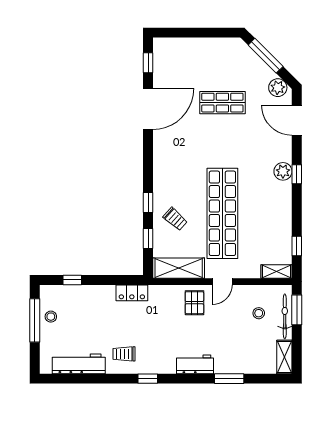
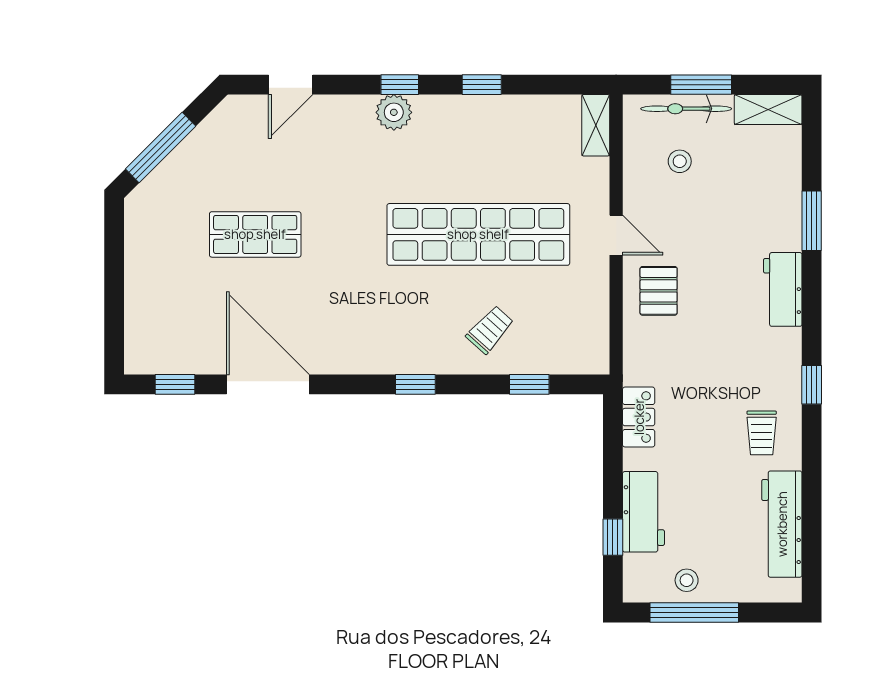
plant: (278, 88) -> (225, 123), removed
shop shelf: (222, 103) -> (255, 234), turned 90
door: (297, 120) -> (291, 85), width x0.73
window: (148, 202) -> (415, 384), moved
window: (297, 246) -> (482, 85), moved
shelving: (179, 268) -> (589, 323), removed
workbench: (85, 295) -> (643, 512), added
pallet: (194, 303) -> (659, 291), turned 90
window: (297, 310) -> (701, 85), moved

